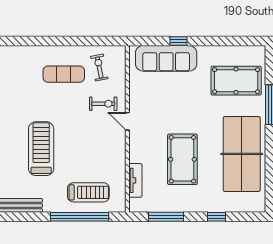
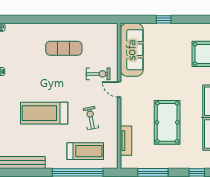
sofa: (166, 58) -> (132, 50), moved, turned -90
exercise bike: (99, 67) -> (91, 118), moved
treadmill: (41, 149) -> (44, 113), turned -90

